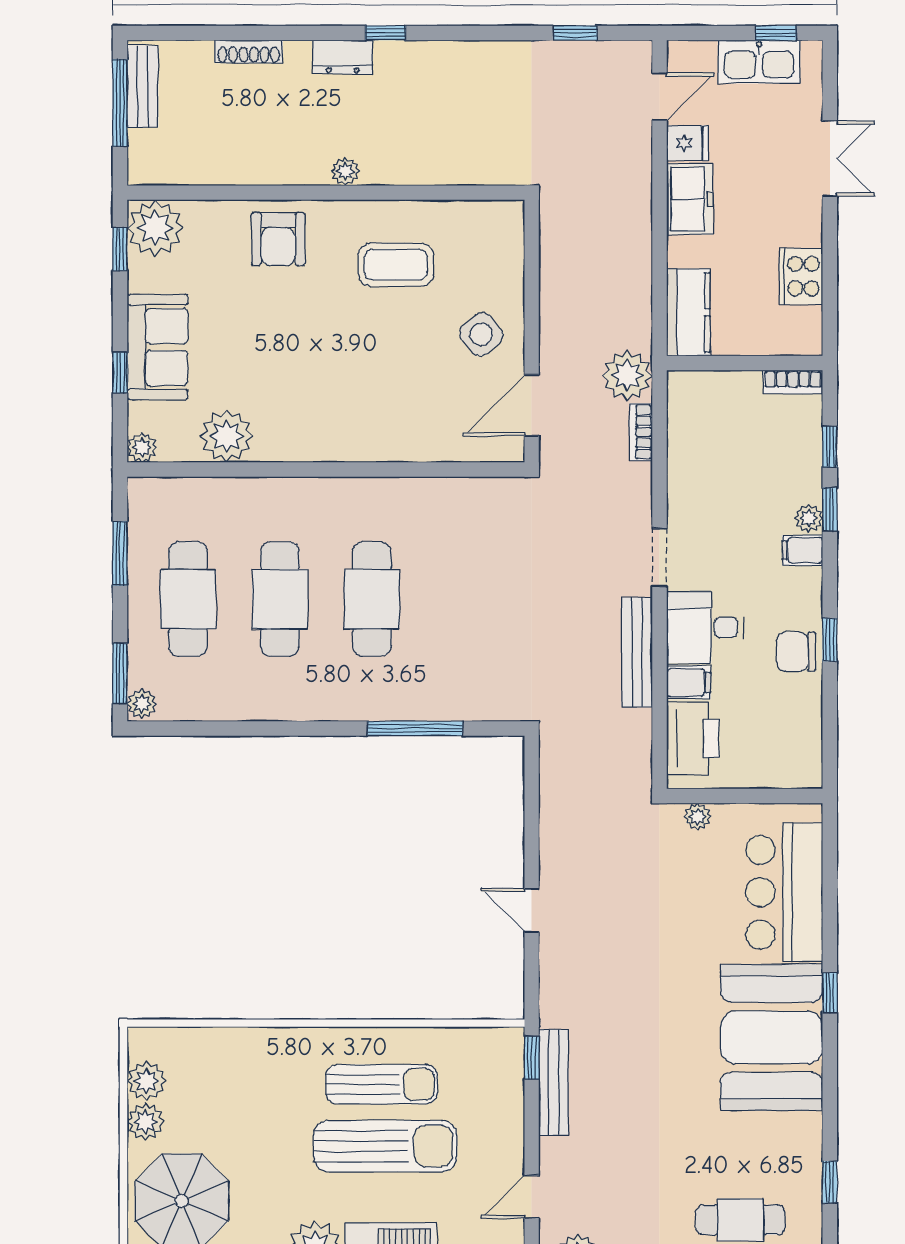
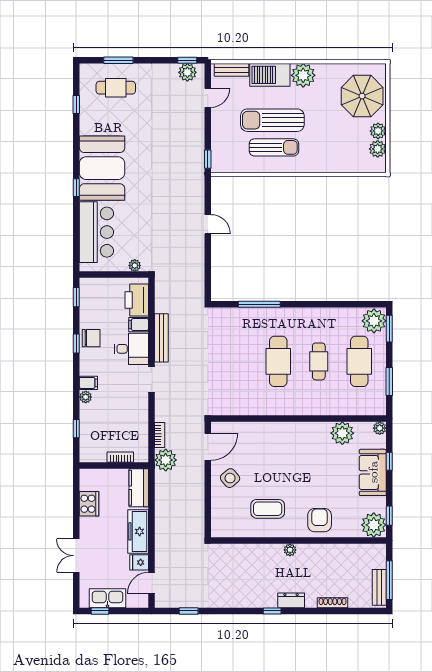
freezer: (690, 199) -> (138, 531), width x1.40
bookcase: (793, 382) -> (120, 457), moved
window: (830, 509) -> (76, 297), moved
cafe table: (280, 599) -> (319, 361), width x0.73, depth x0.74
plant: (142, 704) -> (374, 321), width x1.88, depth x1.88
bench: (554, 1082) -> (198, 148), removed
sun lounger: (382, 1084) -> (274, 147), turned 180

